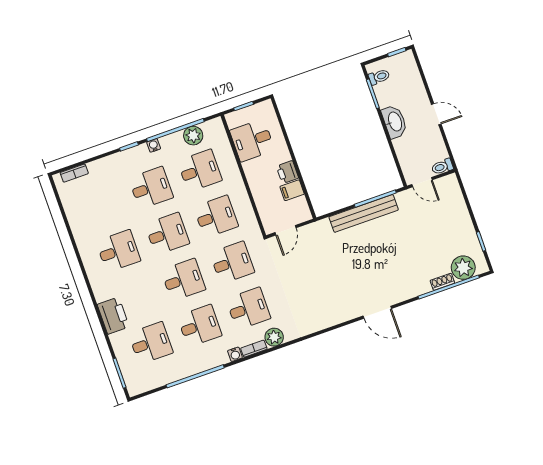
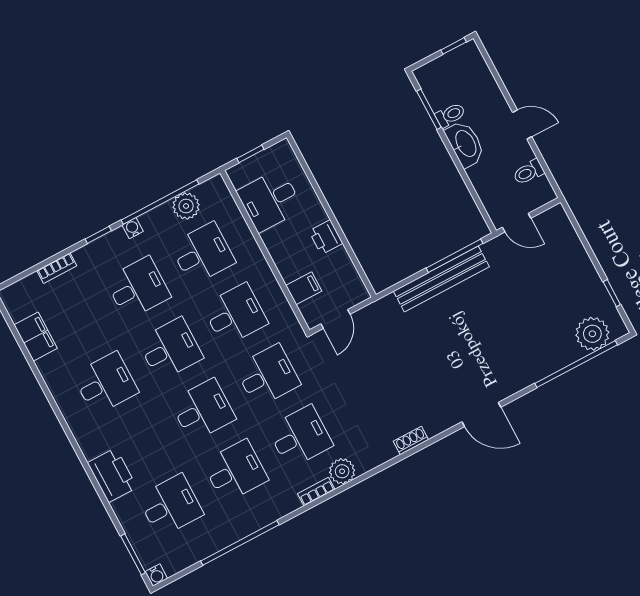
toilet: (379, 77) -> (450, 115), moved
toilet: (442, 167) -> (529, 172), moved
bookcase: (74, 173) -> (57, 268), moved
filing cabinet: (292, 190) -> (304, 288), moved, turned 180
filing cabinet: (74, 211) -> (36, 337), added
shoe rack: (442, 282) -> (411, 441), moved
water cooler: (235, 354) -> (156, 575), moved

